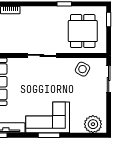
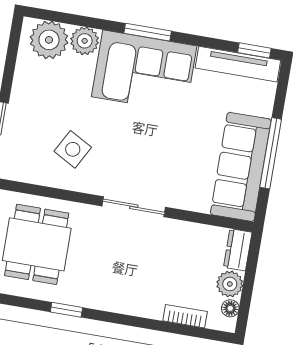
side table: (82, 69) -> (73, 149), moved
plant: (77, 126) -> (85, 41), added

